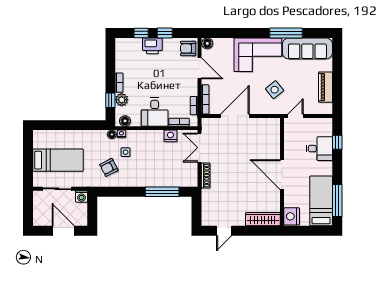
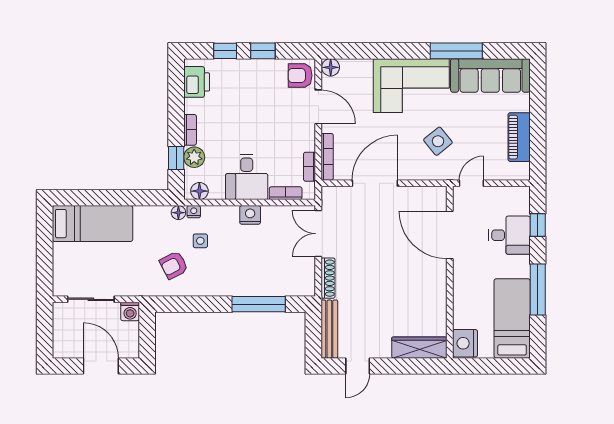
printer: (152, 46) -> (197, 82), moved, turned -90
nightstand: (170, 136) -> (250, 215), moved
bed: (58, 160) -> (92, 224), moved
door: (282, 175) -> (450, 235), moved
window: (337, 200) -> (538, 290), moved
bench: (206, 208) -> (329, 329), added

